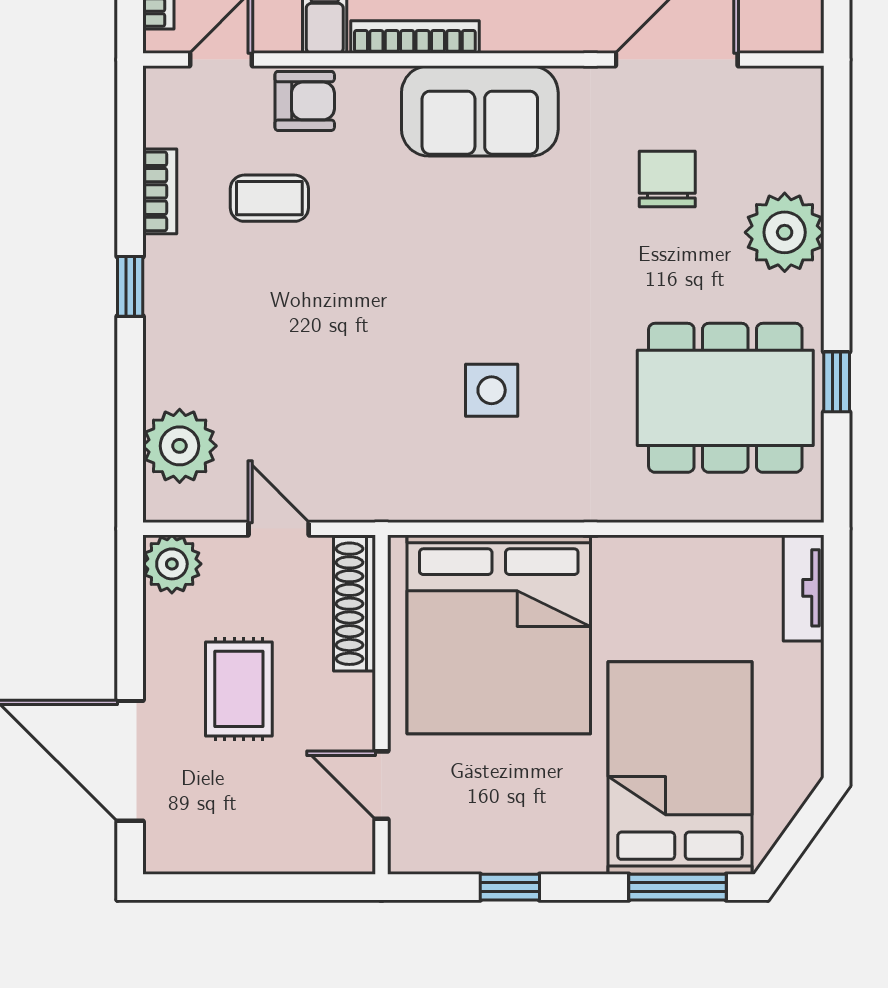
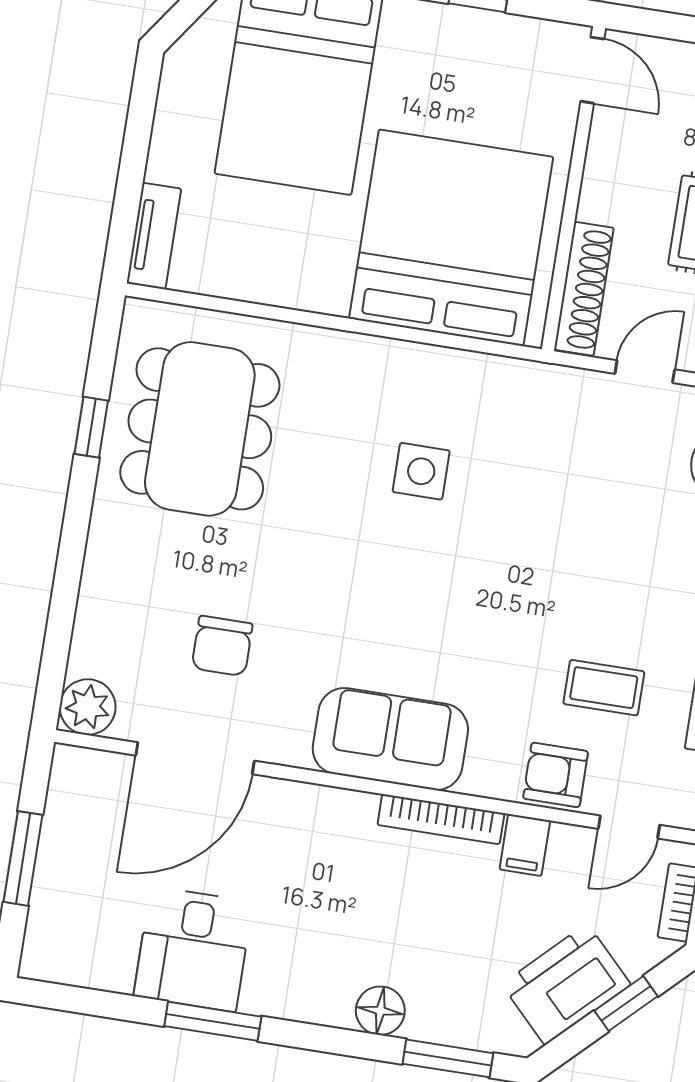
plant: (785, 232) -> (88, 707), moved, width x0.73, depth x0.73
dining table: (725, 398) -> (200, 429), turned 90
door: (279, 529) -> (645, 372), swing flipped
door: (381, 785) -> (592, 70), moved

